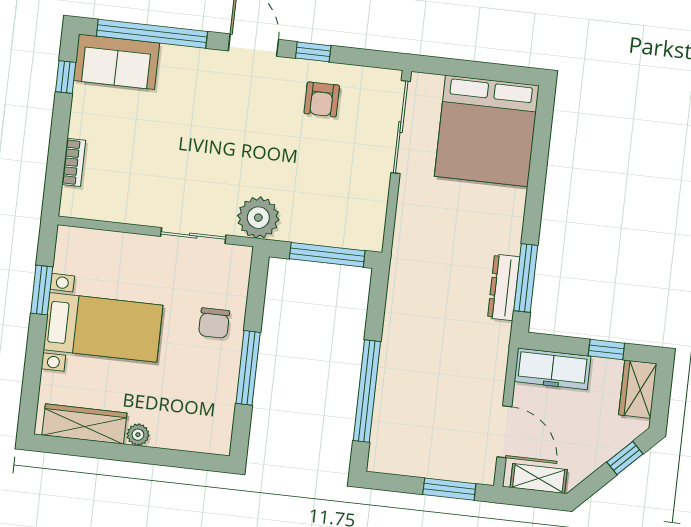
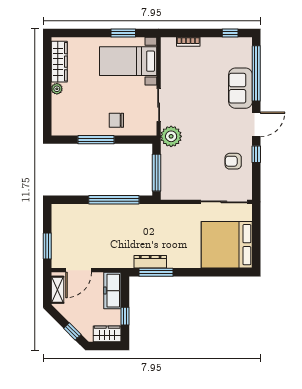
sofa: (117, 62) -> (240, 88), moved
bed with nightstands: (103, 327) -> (128, 61), moved, turned 90
window: (367, 391) -> (114, 200), moved

